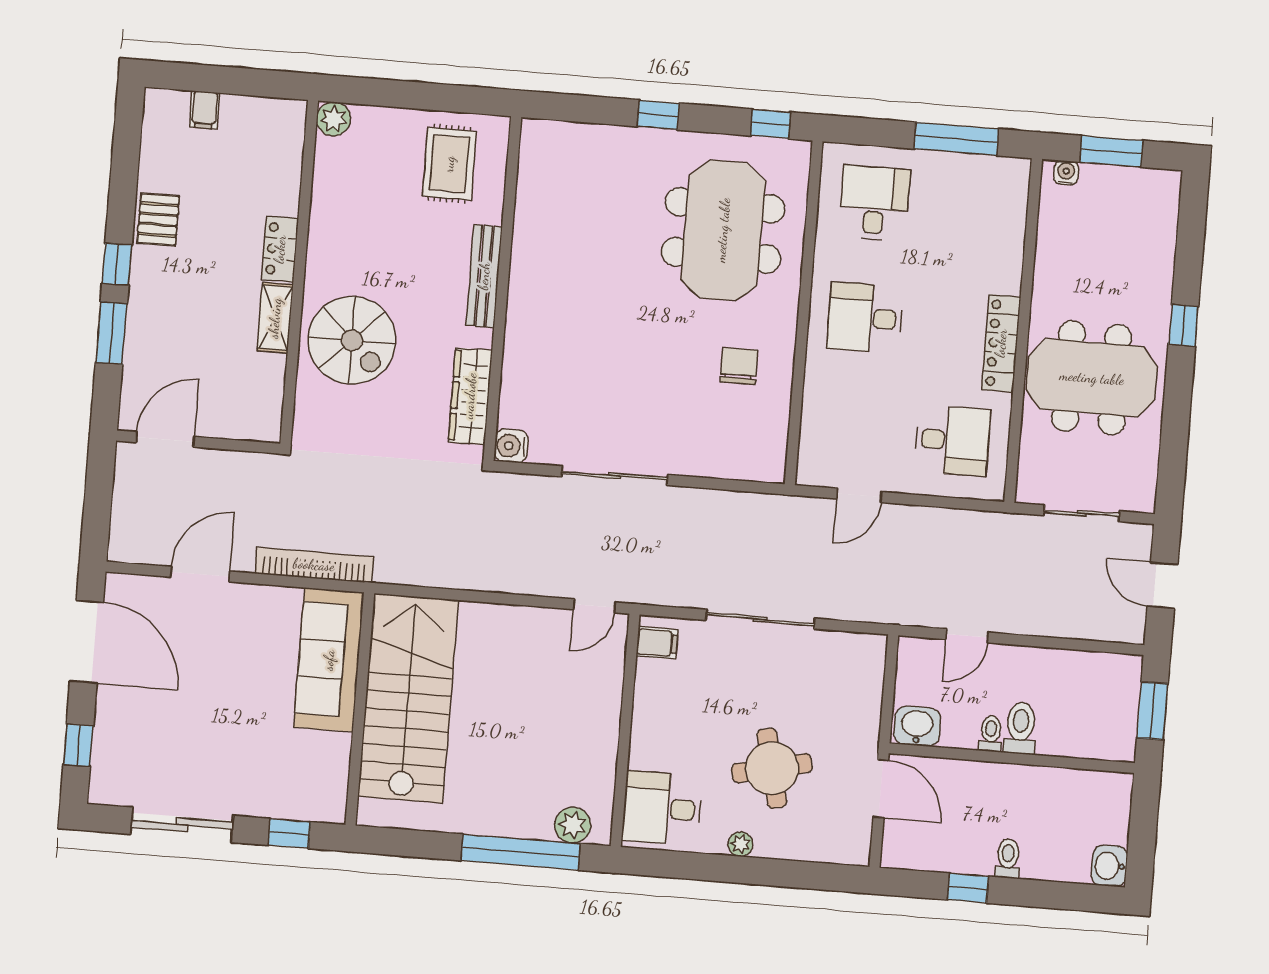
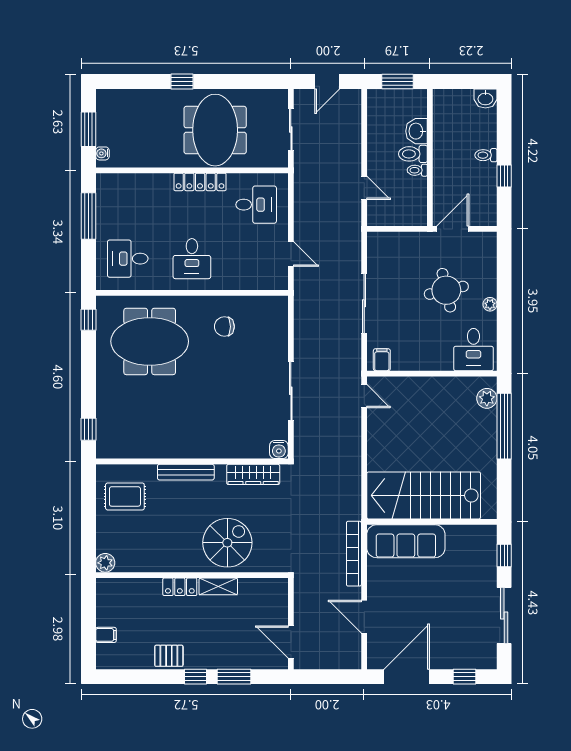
window: (658, 115) -> (88, 429), moved
desk: (952, 440) -> (256, 205), turned 90
washbasin: (917, 726) -> (416, 131), moved

